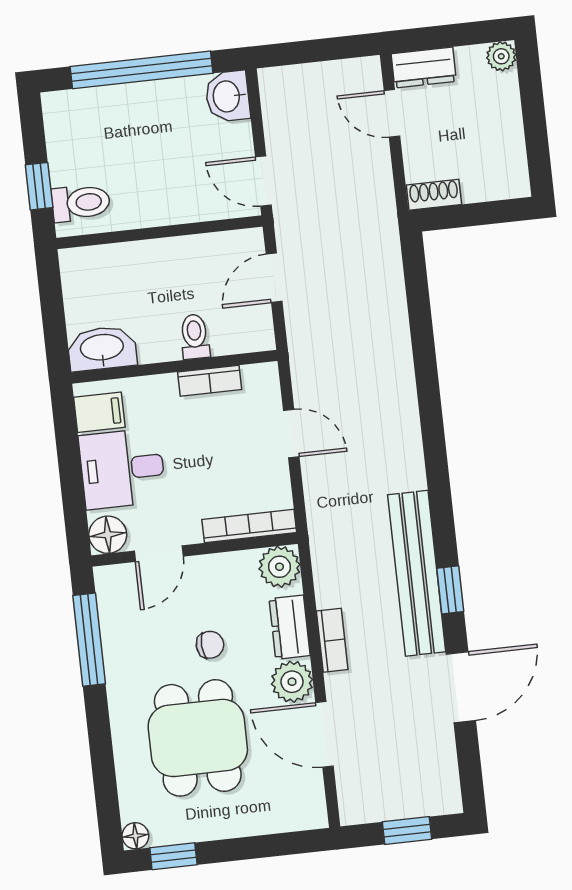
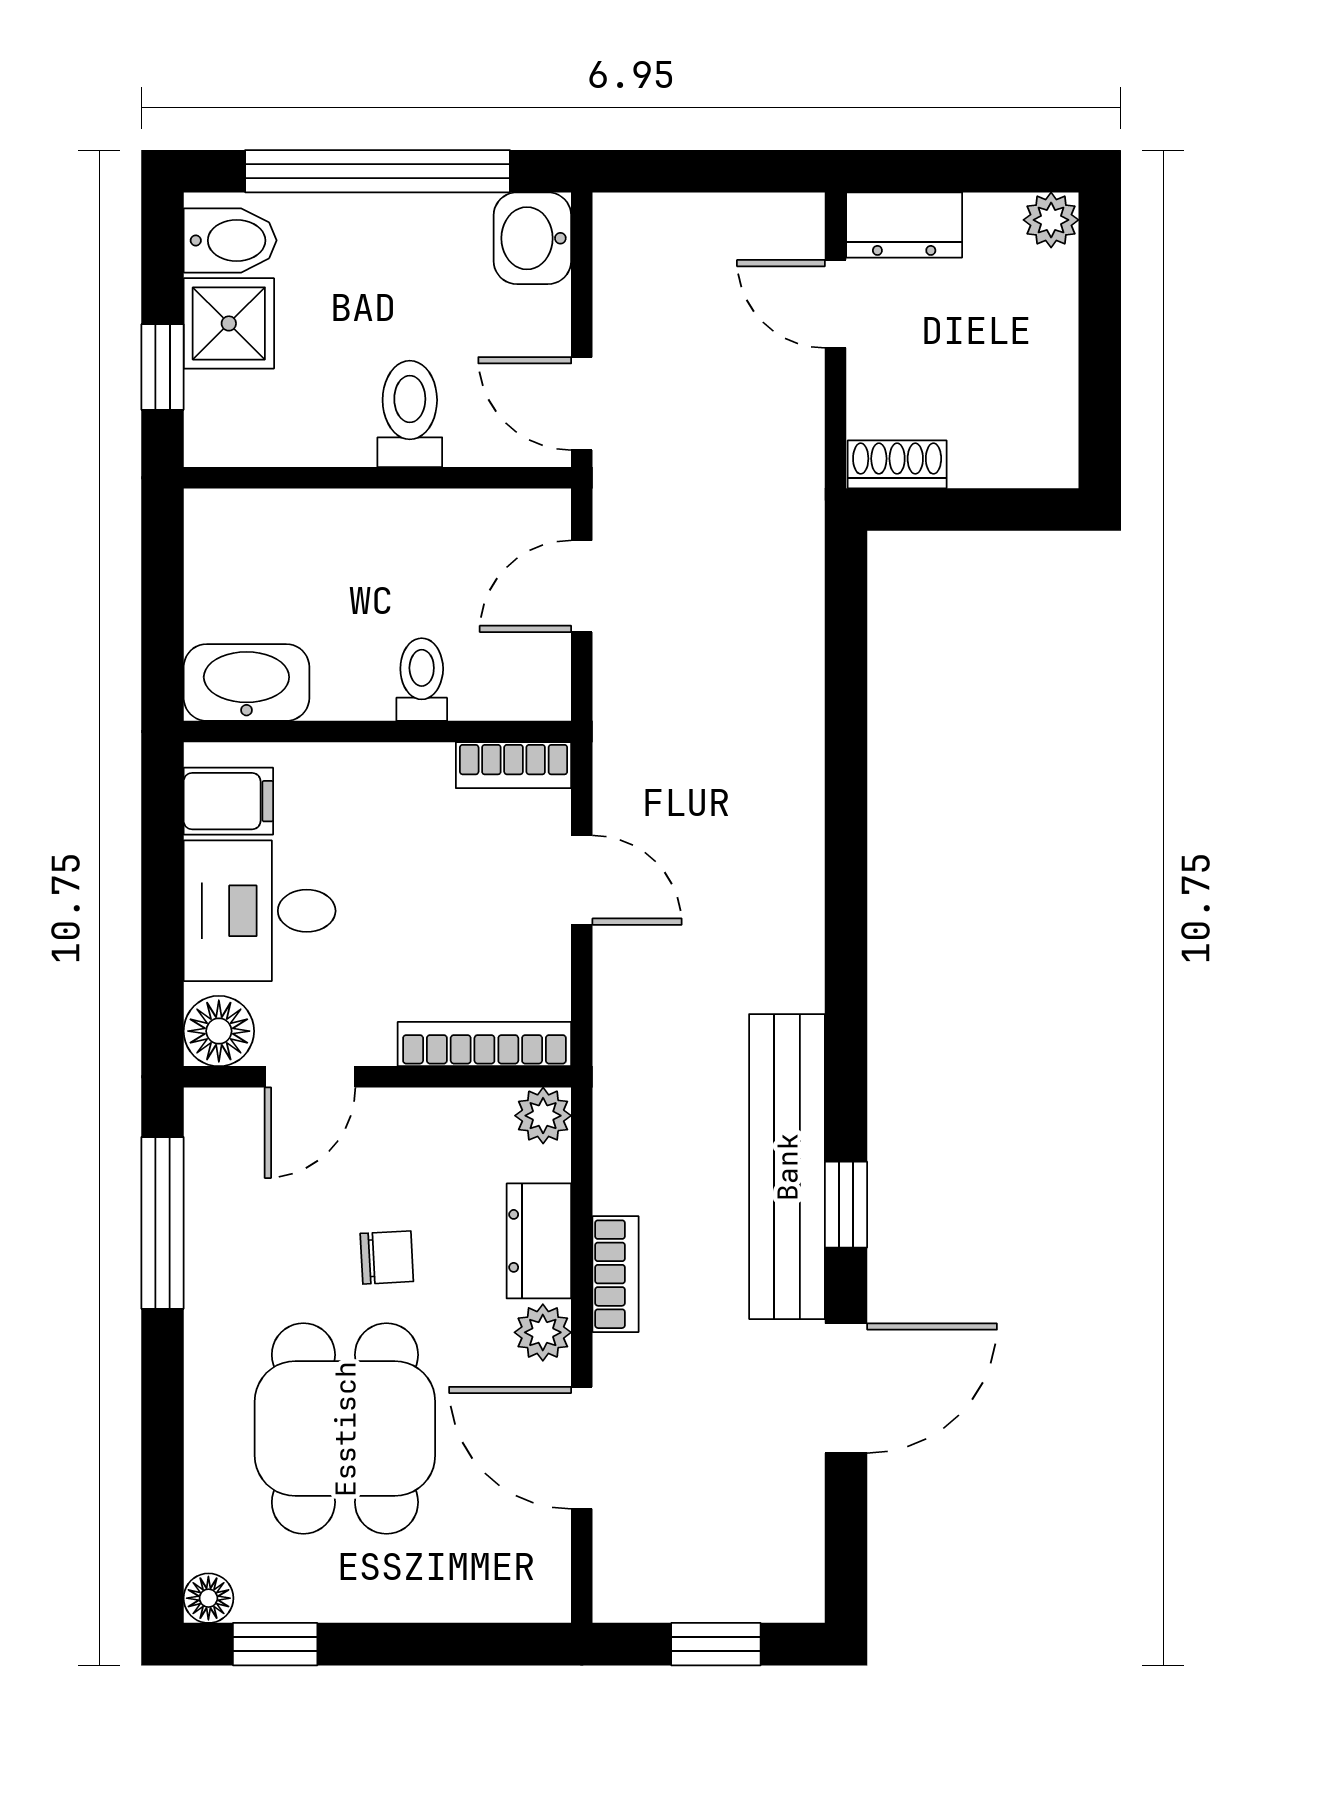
bidet: (67, 115) -> (230, 240), added
shower: (72, 159) -> (229, 323), added
toilet: (81, 203) -> (410, 414), moved, turned -90
bookcase: (210, 381) -> (514, 765), moved
plant: (279, 567) -> (543, 1116), width x0.73, depth x0.73
plant: (292, 682) -> (543, 1332), width x0.73, depth x0.73

